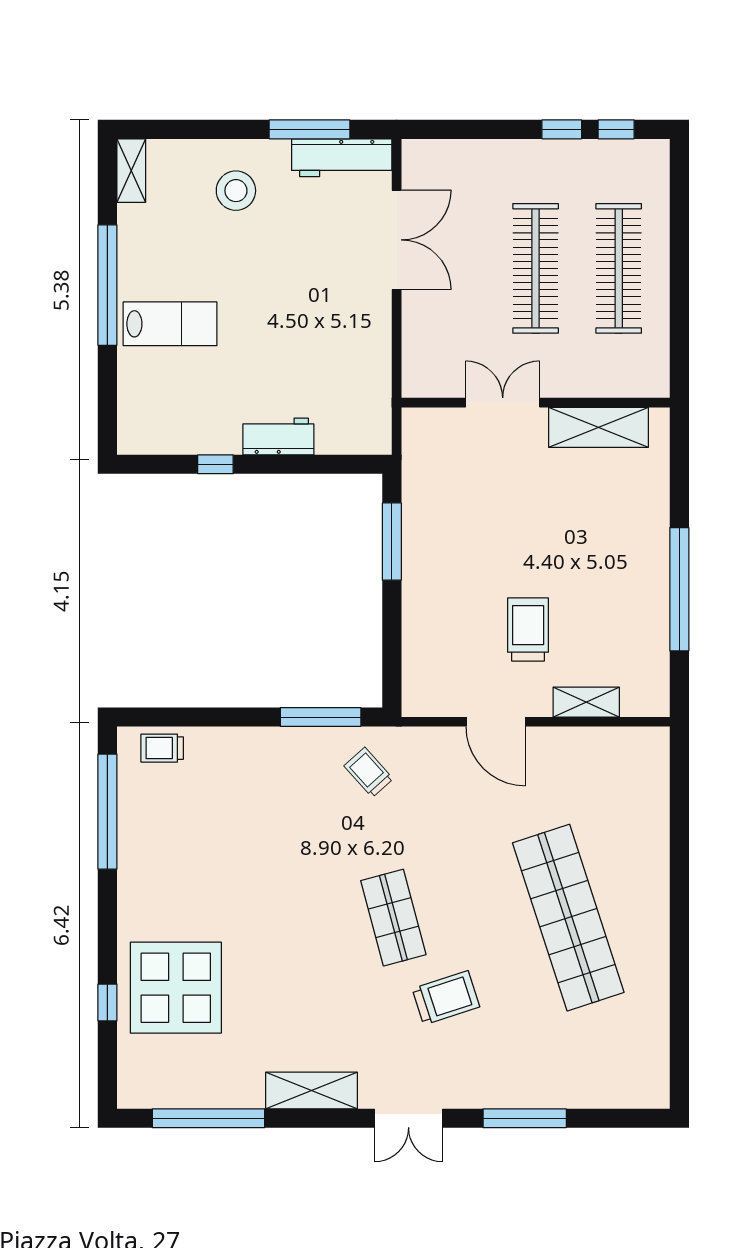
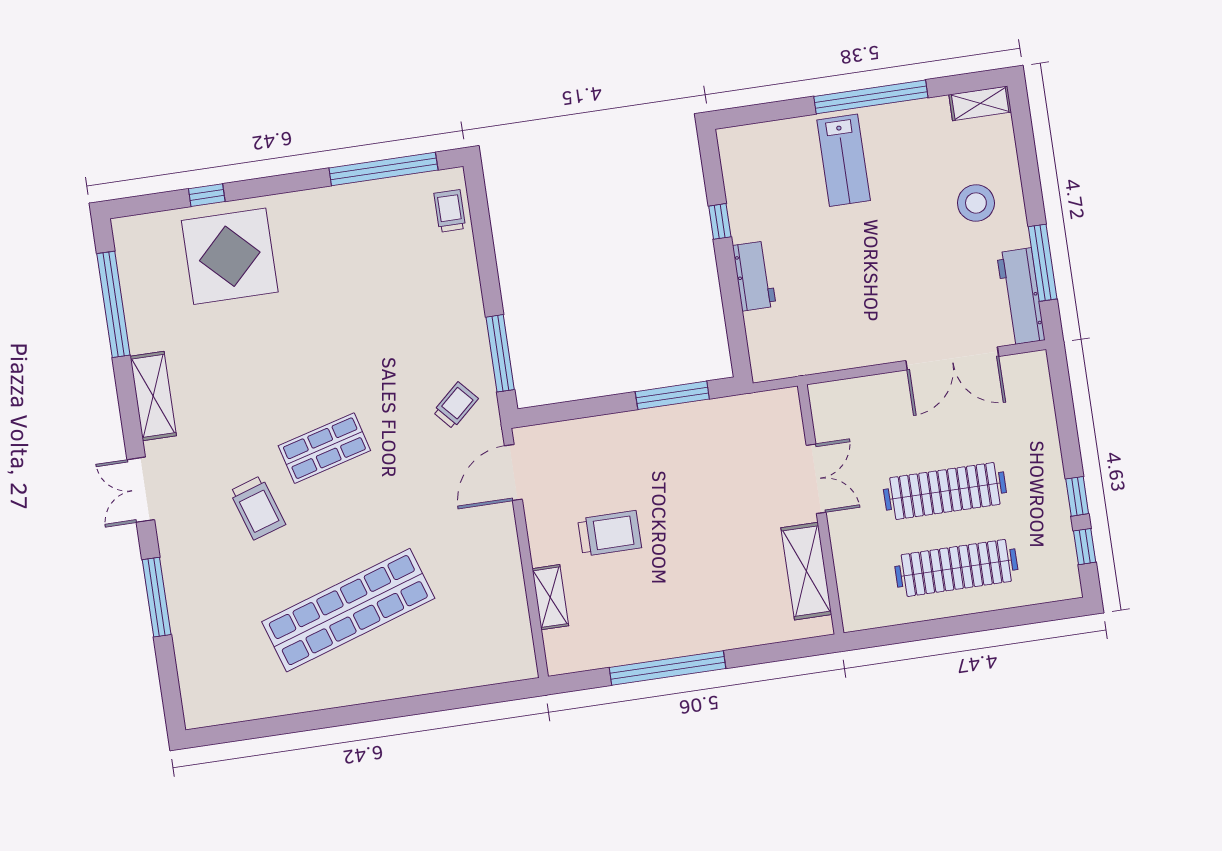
door: (496, 722) -> (513, 472), moved

